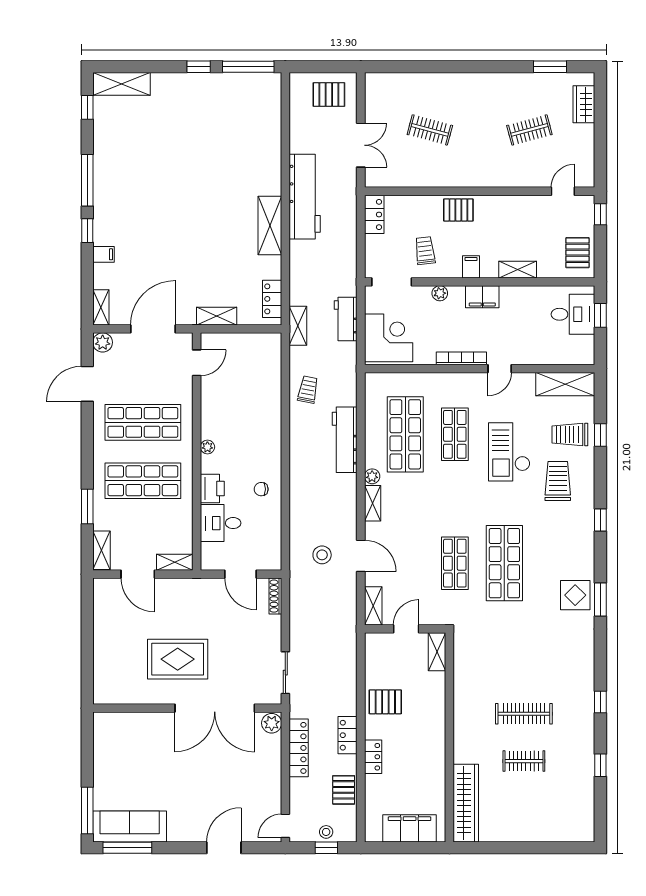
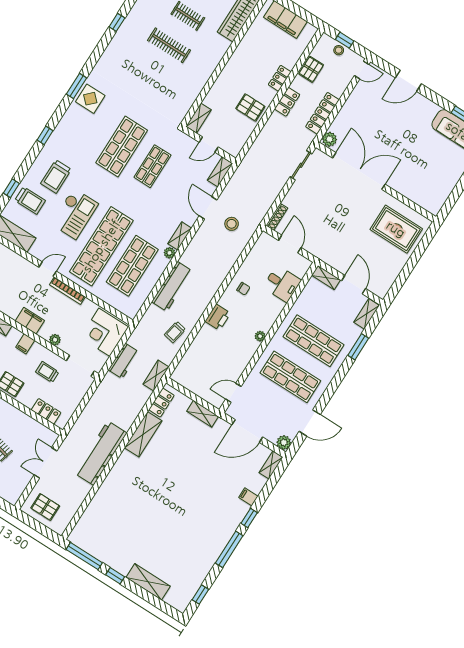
shelving: (122, 84) -> (148, 582), moved
locker: (374, 215) -> (46, 411), moved, turned 90
shelving: (270, 225) -> (143, 434), moved
trolley: (425, 251) -> (47, 372), turned 97
shop shelf: (455, 434) -> (101, 246), width x2.00, depth x1.36
printer: (212, 488) -> (218, 317), moved, turned 180
rug: (178, 659) -> (396, 229), moved

